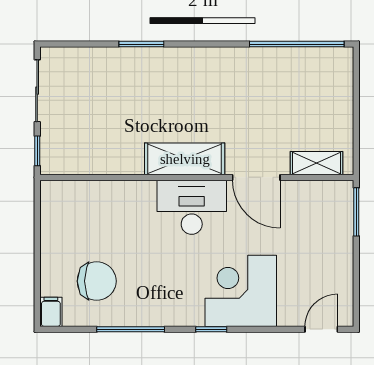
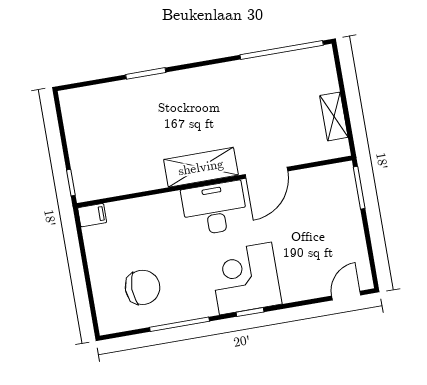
sliding door: (37, 91) -> (62, 130), removed
shelving: (316, 163) -> (334, 116), moved, turned 90
door: (256, 177) -> (266, 173), hinge flipped
corner desk: (241, 291) -> (245, 278), moved
filing cabinet: (51, 312) -> (92, 215), moved, turned 90

